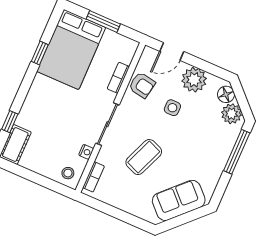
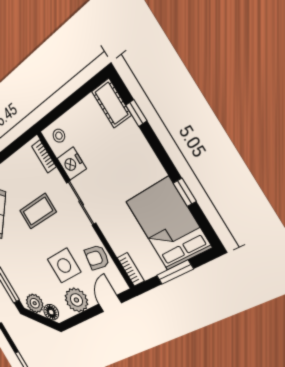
bookcase: (118, 78) -> (131, 269), moved
side table: (172, 108) -> (64, 266), width x1.87, depth x1.87
nightstand: (86, 152) -> (72, 164), width x1.89, depth x1.79
coffee table: (144, 157) -> (38, 211), turned 68

